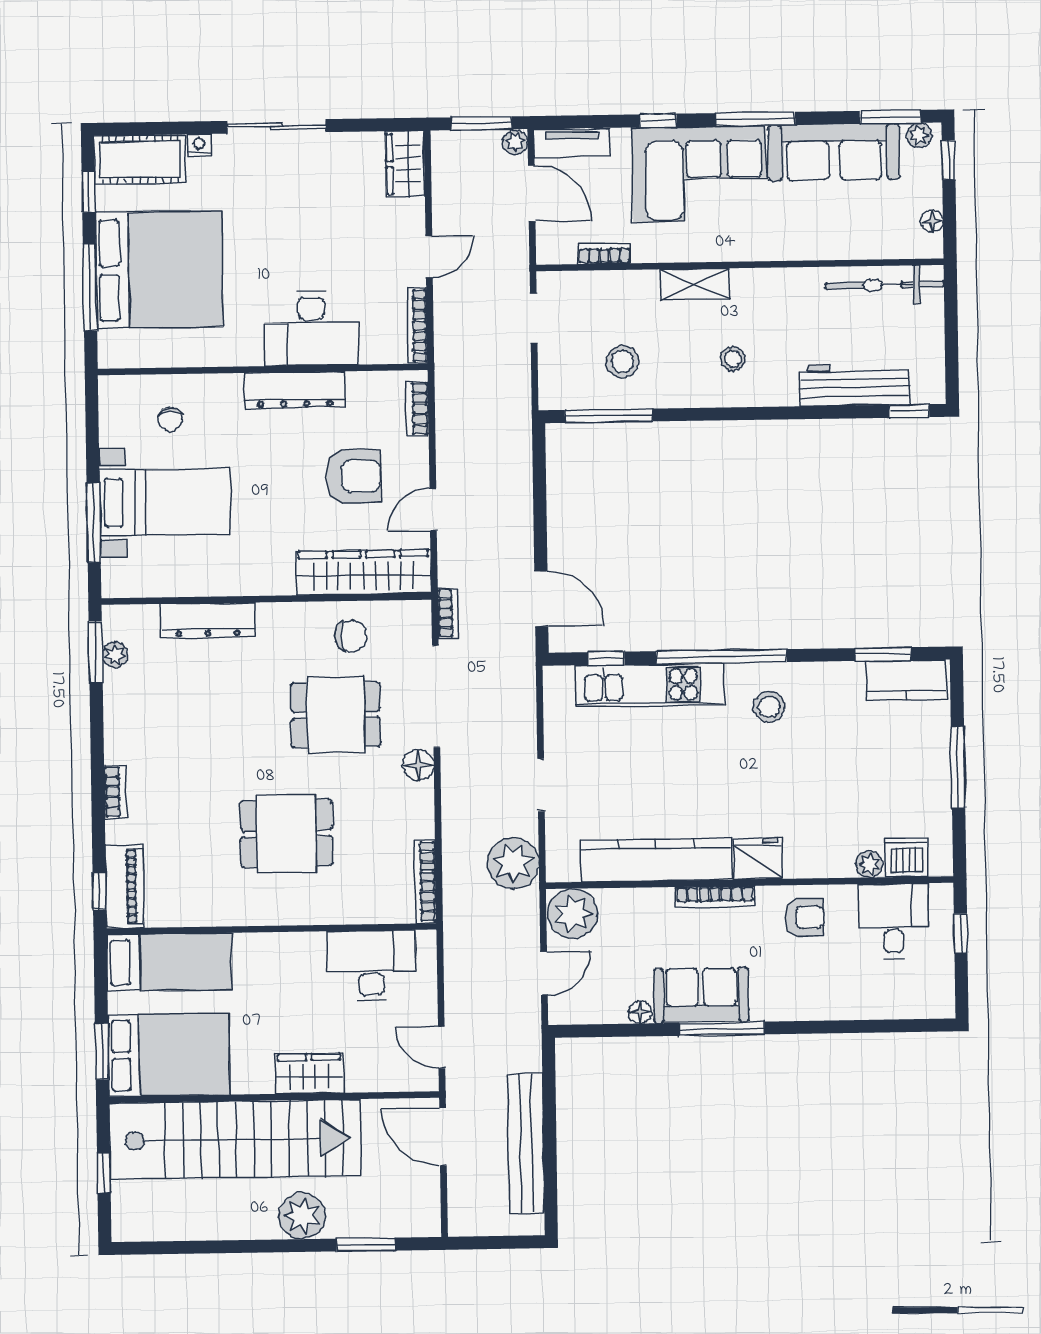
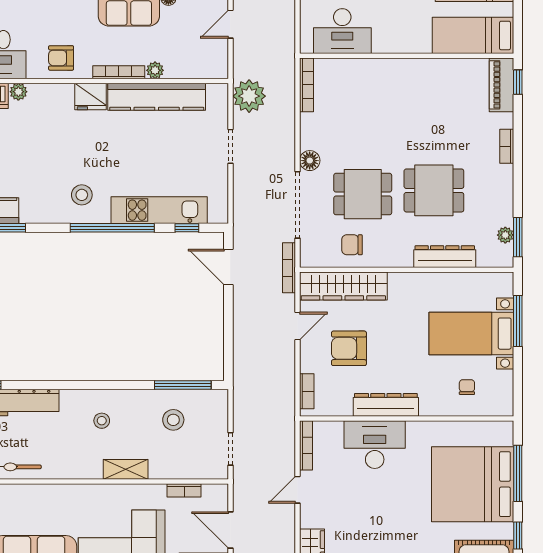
bookcase: (448, 613) -> (289, 268), width x1.56
dining table: (287, 833) -> (434, 190), moved
plant: (573, 914) -> (155, 70), moved, width x0.53, depth x0.53

